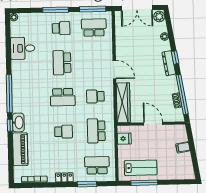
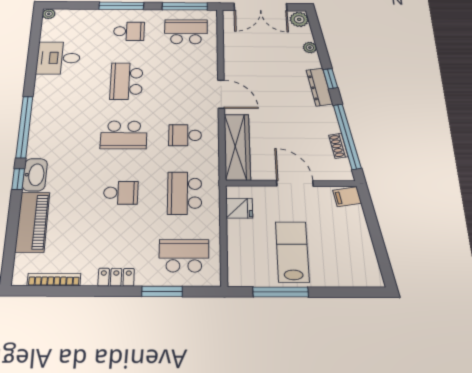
filing cabinet: (183, 147) -> (347, 197), moved
lab bench: (141, 168) -> (292, 252), moved, turned -90

